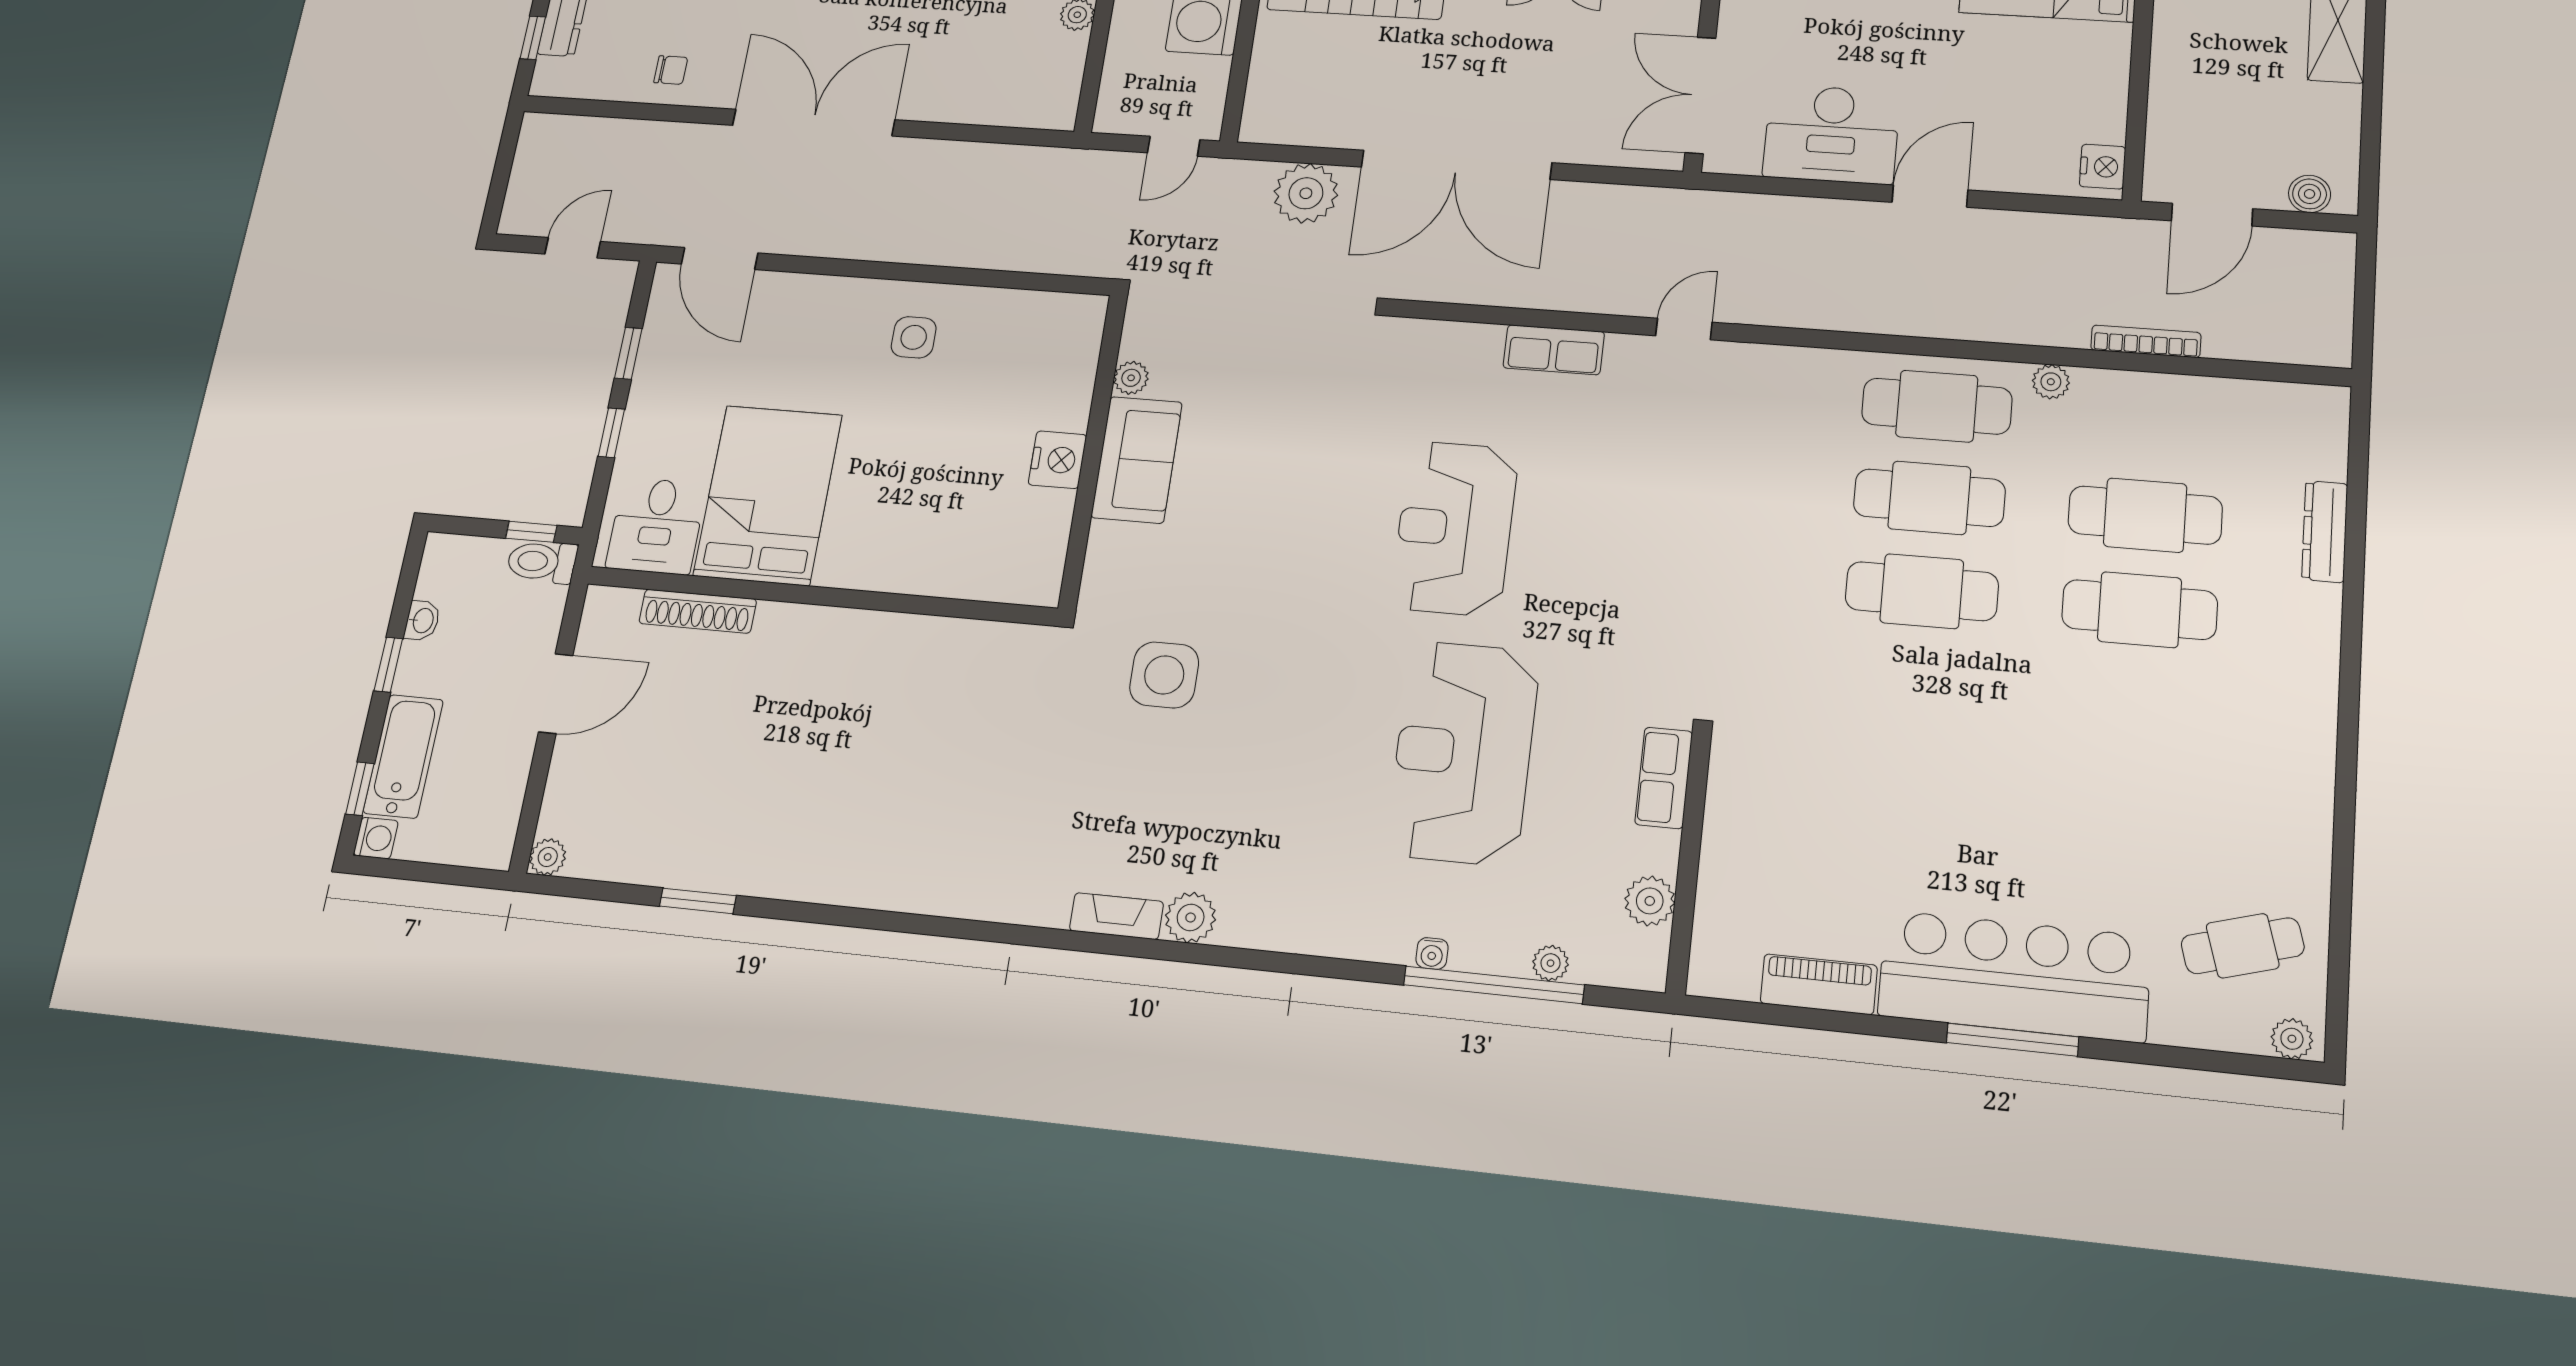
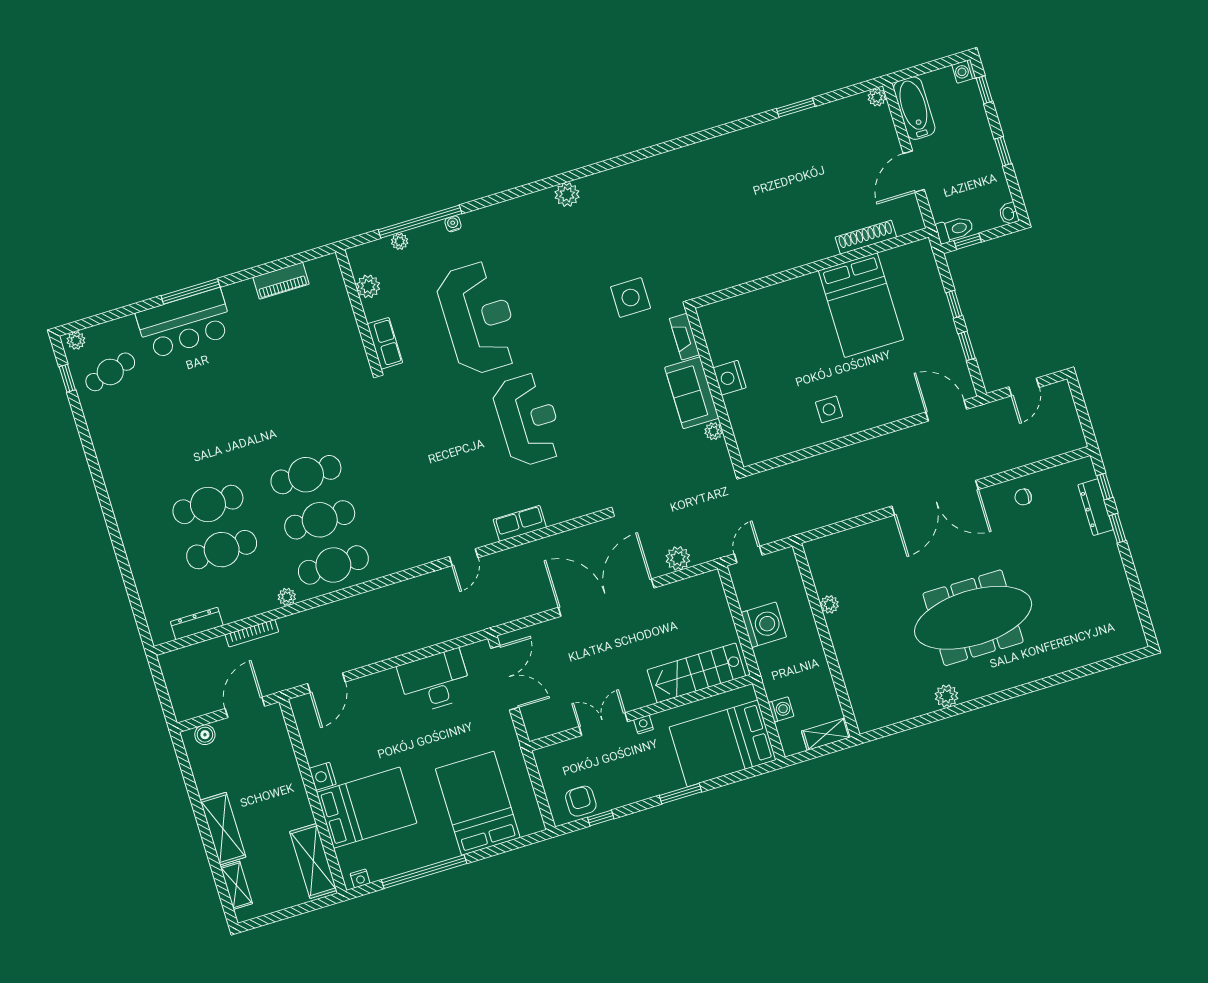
nightstand: (2103, 167) -> (323, 776), moved
plant: (1306, 193) -> (678, 558), width x0.73, depth x0.73
door: (1930, 196) -> (326, 683), moved
desk: (656, 526) -> (908, 269), removed
dresser: (2325, 532) -> (197, 624), moved, turned -90
washbasin: (422, 621) -> (1009, 214), moved
bathtub: (403, 756) -> (914, 108), moved, turned 180
fireplace: (1116, 916) -> (684, 337), moved, turned 90
window: (2339, 969) -> (67, 378), added
bar counter: (2014, 976) -> (185, 324), width x0.73

